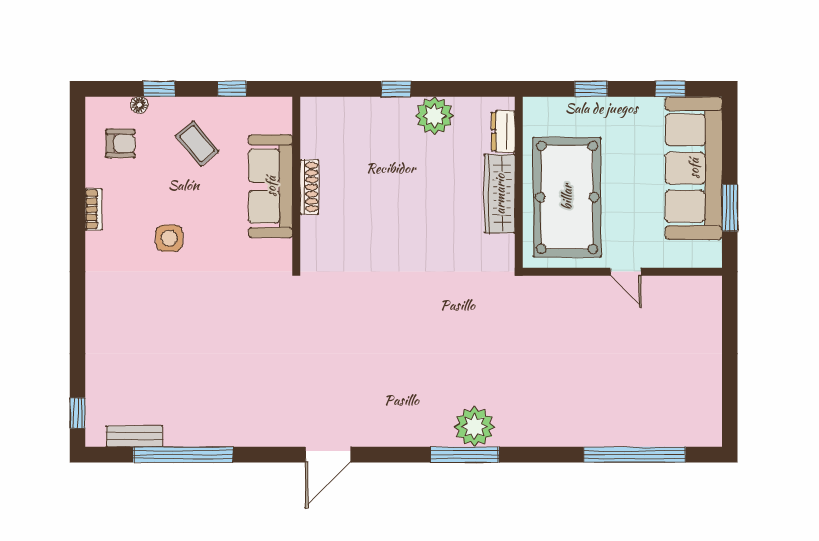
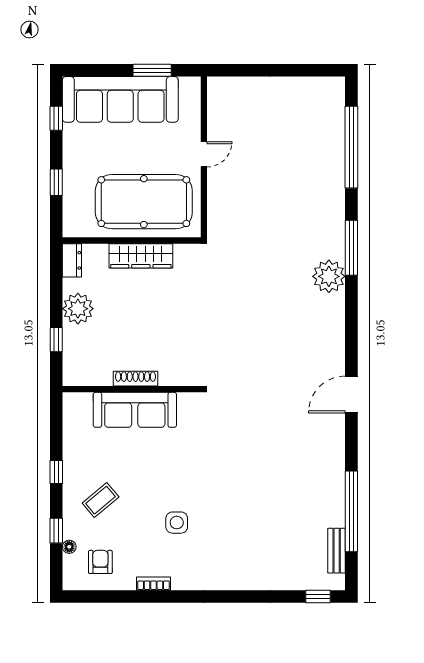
dresser: (503, 131) -> (72, 260), moved, turned -90
wall: (296, 182) -> (132, 389), moved
sofa: (271, 186) -> (135, 410), moved
shoe rack: (309, 187) -> (135, 379), moved
door: (328, 455) -> (351, 394), swing flipped
window: (465, 455) -> (351, 248), moved

